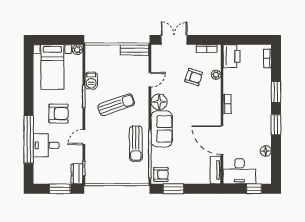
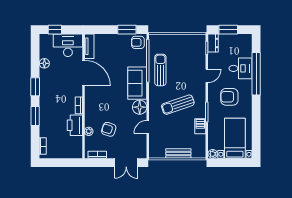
bench: (135, 50) -> (178, 154), moved
printer: (232, 56) -> (75, 125), moved

